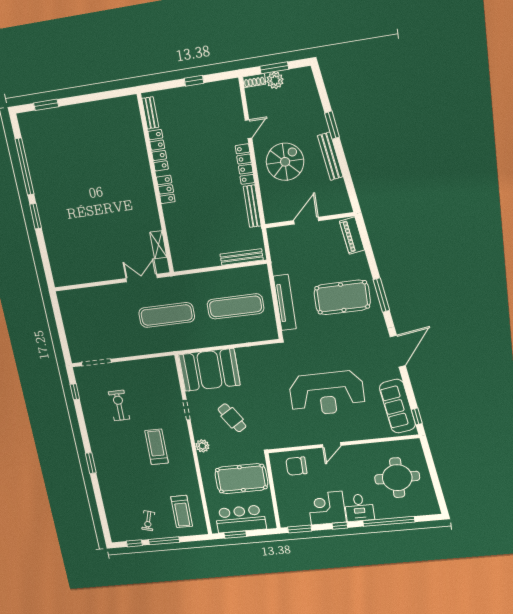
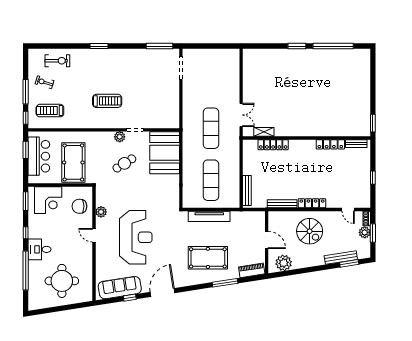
window: (46, 105) -> (373, 123), moved
window: (332, 125) -> (349, 263), moved
door: (248, 129) -> (348, 209), moved
bench: (330, 156) -> (341, 258), moved
locker: (166, 189) -> (273, 145), moved, width x1.53
plant: (336, 192) -> (284, 263), added
window: (381, 295) -> (225, 283), moved
pool table: (342, 297) -> (208, 258), turned 90
door: (398, 351) -> (162, 293), swing flipped
window: (75, 392) -> (159, 46), width x2.17
reception desk: (327, 393) -> (136, 237), turned 180
exercise bike: (119, 405) -> (57, 61), moved
window: (417, 416) -> (130, 298), moved
plant: (300, 440) -> (101, 212), added
plant: (202, 446) -> (120, 137), moved
chair: (296, 466) -> (79, 206), turned -90
corner desk: (327, 508) -> (48, 200), moved, turned 90
window: (134, 543) -> (26, 118), moved

